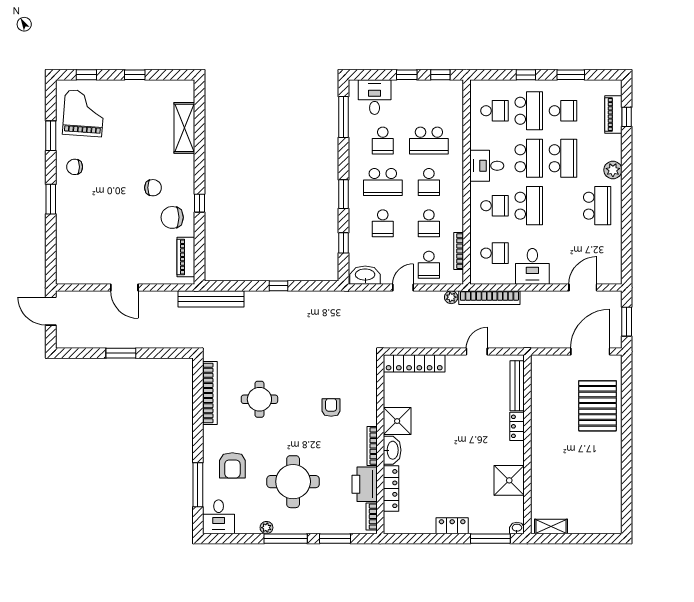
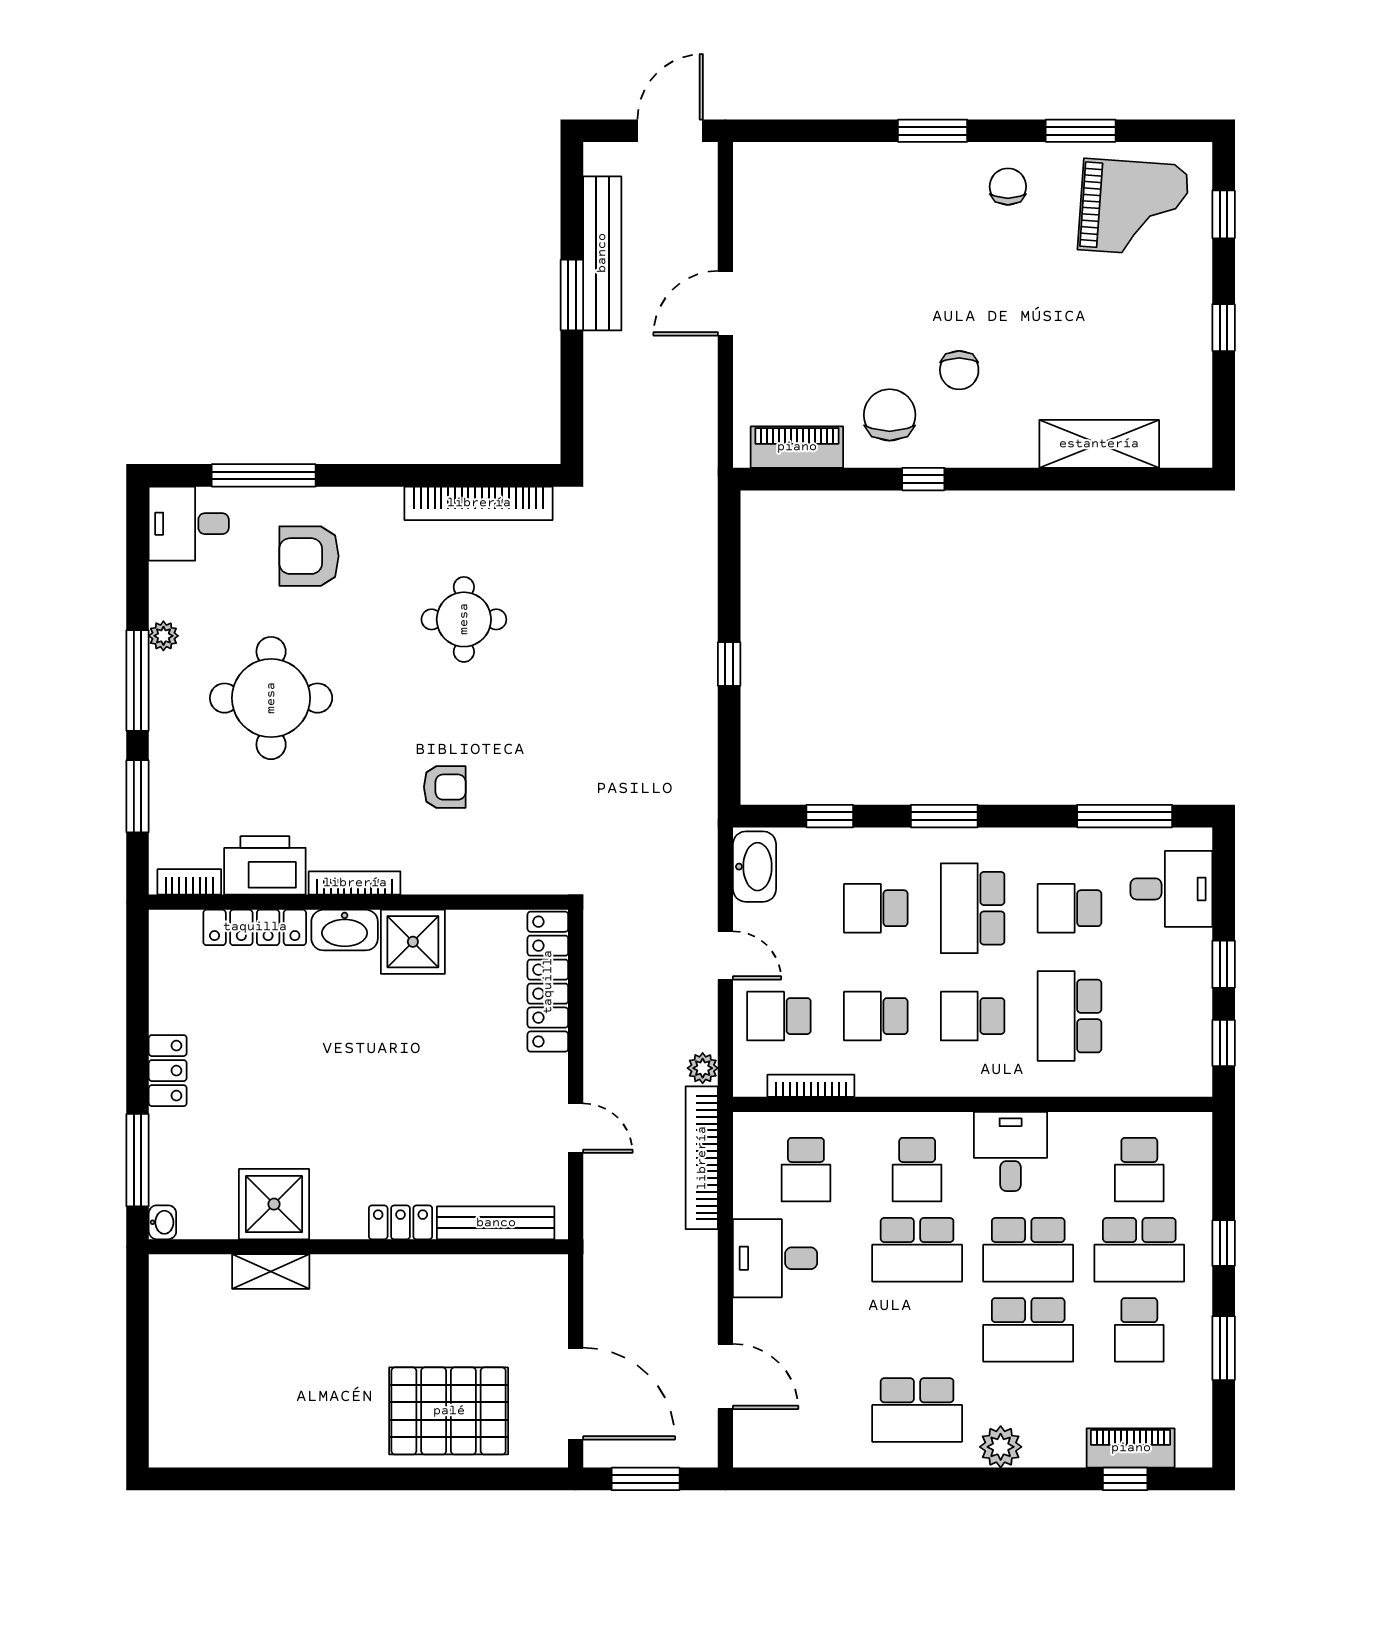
bench: (211, 299) -> (602, 253), moved
shelving: (551, 526) -> (271, 1272), moved, turned 90

